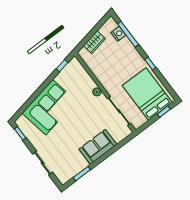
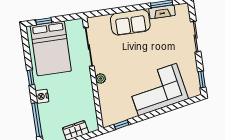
nightstand: (119, 34) -> (42, 96), moved
fireplace: (78, 168) -> (162, 12), added

